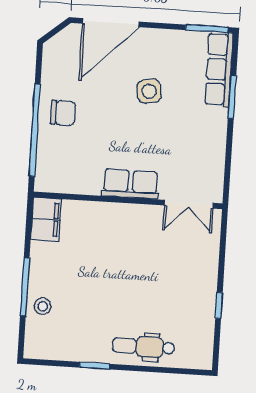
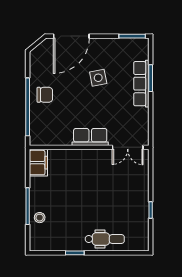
row of seats: (219, 69) -> (141, 84), moved
dental chair: (143, 347) -> (105, 239), turned 180

